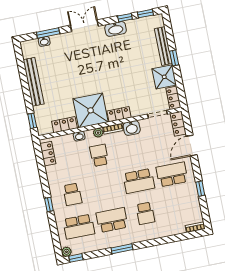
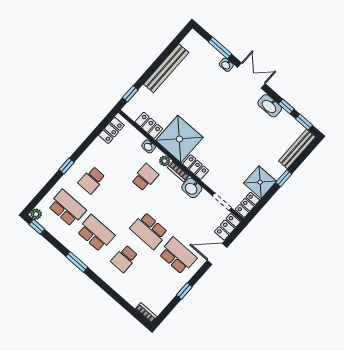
washbasin: (44, 41) -> (226, 65), moved
bench: (163, 46) -> (297, 149), moved
school desk: (79, 227) -> (67, 208), turned 180

